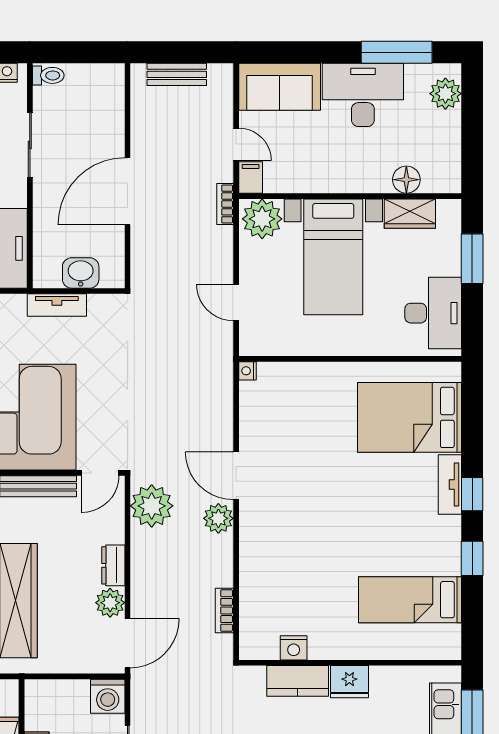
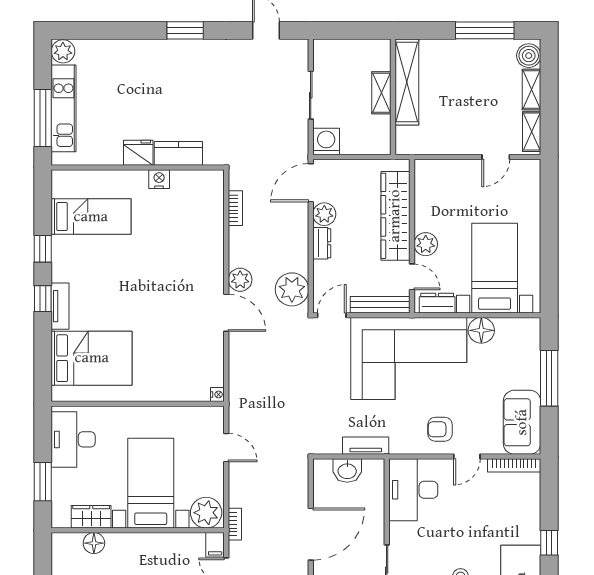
nightstand: (294, 648) -> (159, 179), moved

